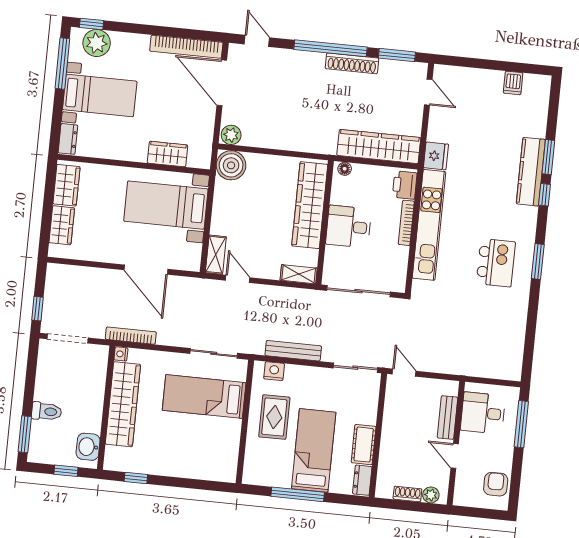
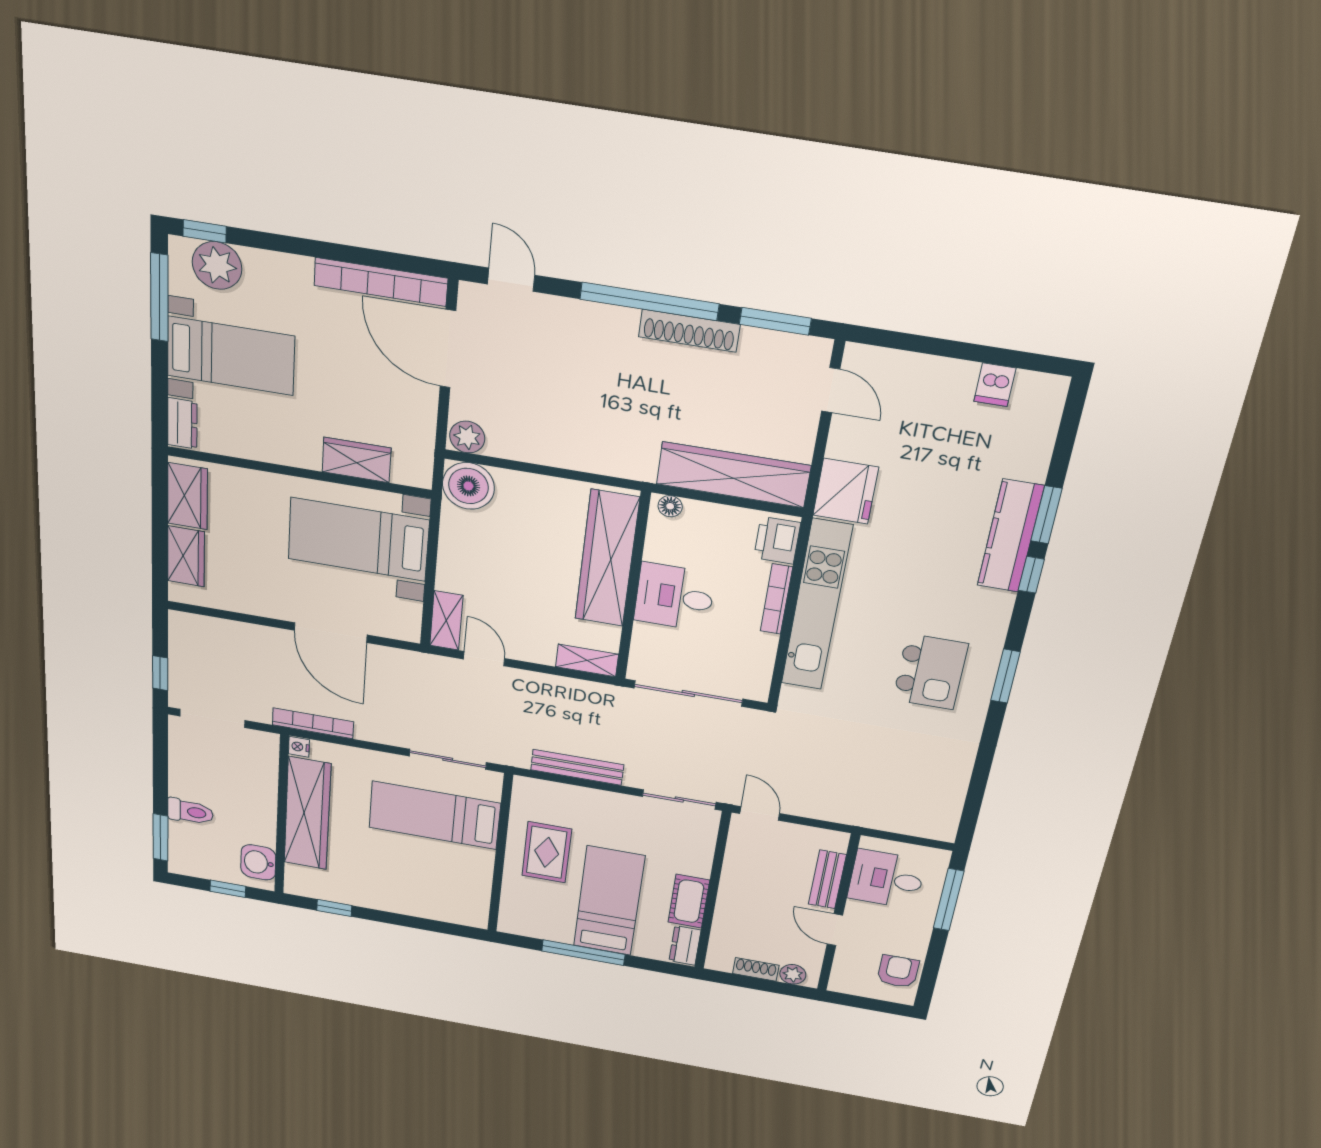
fridge: (436, 156) -> (846, 491), width x1.36, depth x1.34
nightstand: (274, 371) -> (546, 792), removed

